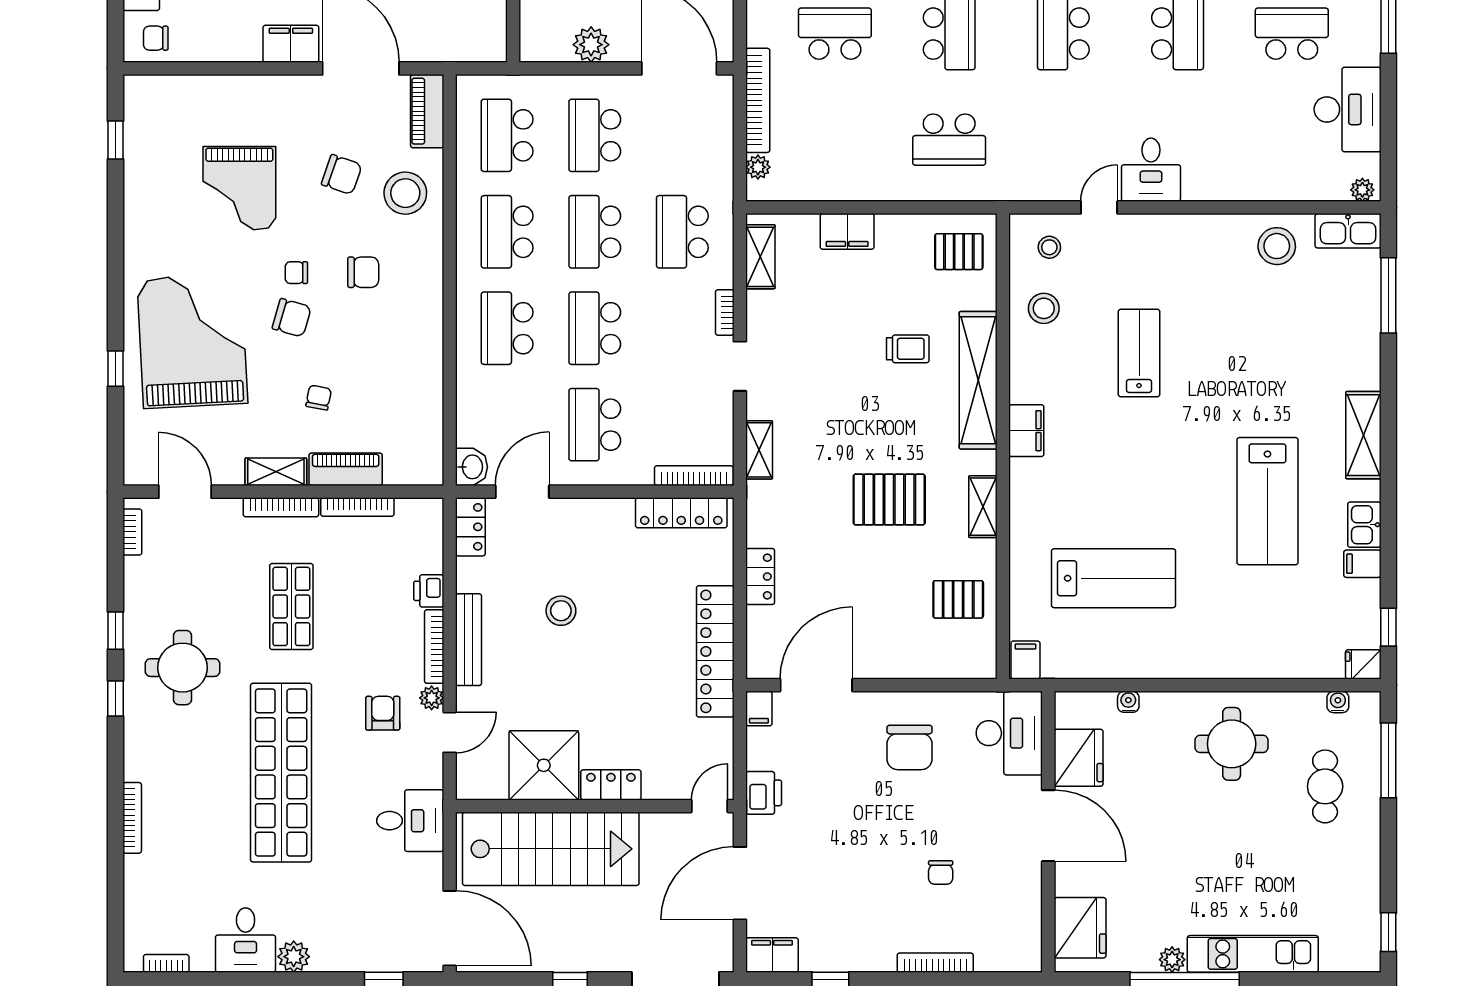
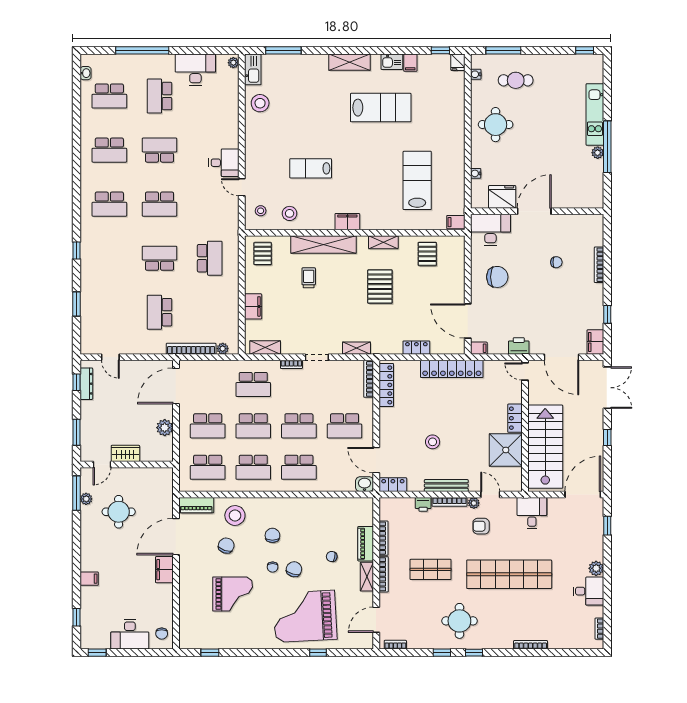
fridge: (1080, 928) -> (583, 196), removed

